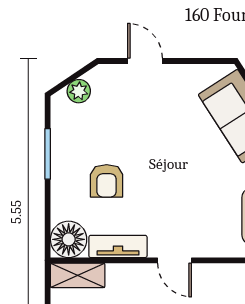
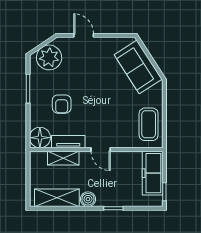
plant: (79, 91) -> (49, 57), width x1.88, depth x1.88
shelving: (78, 275) -> (63, 158), moved

